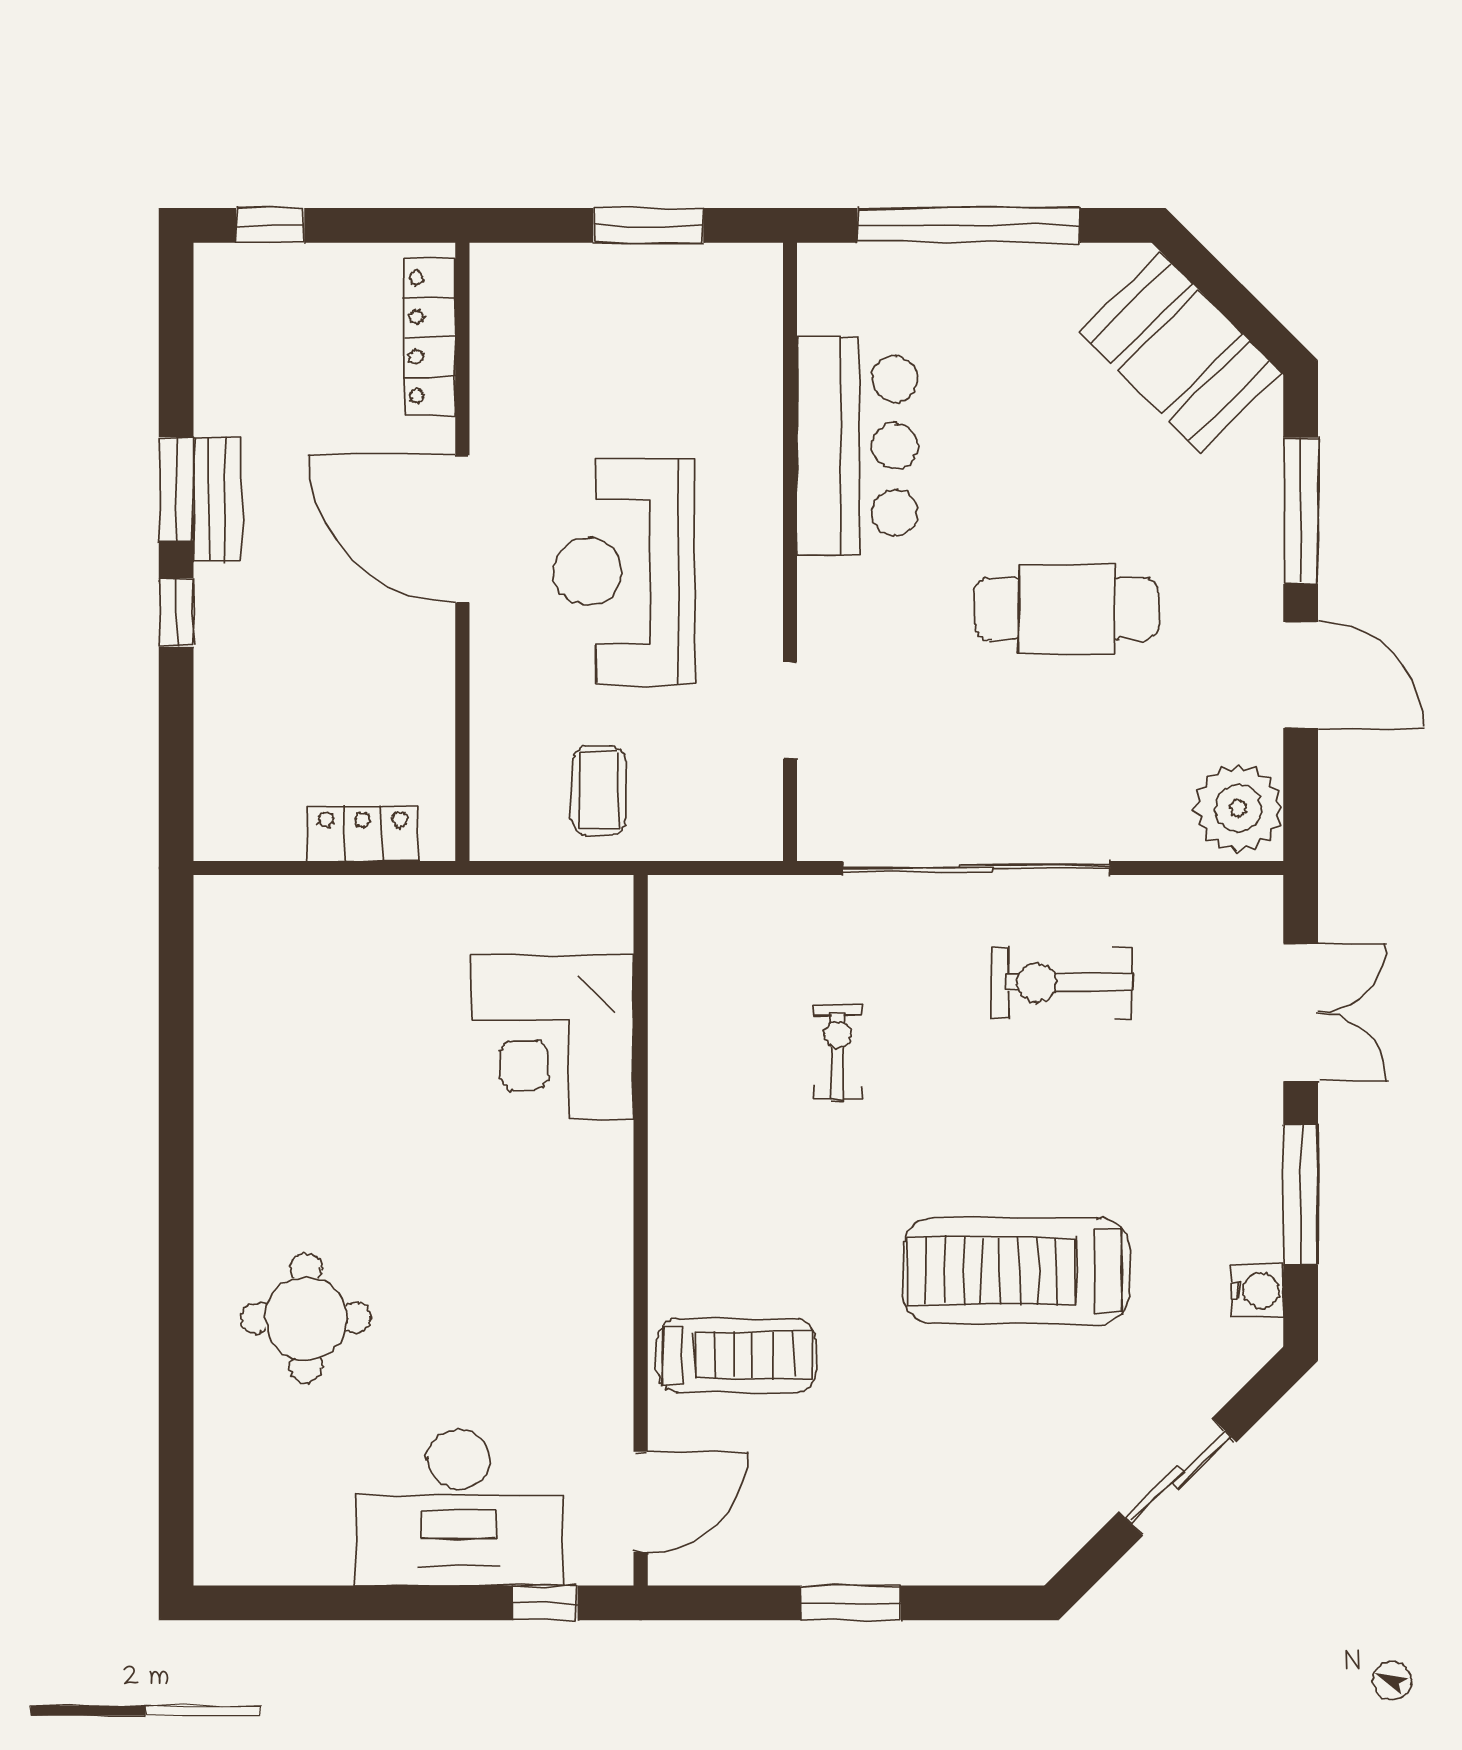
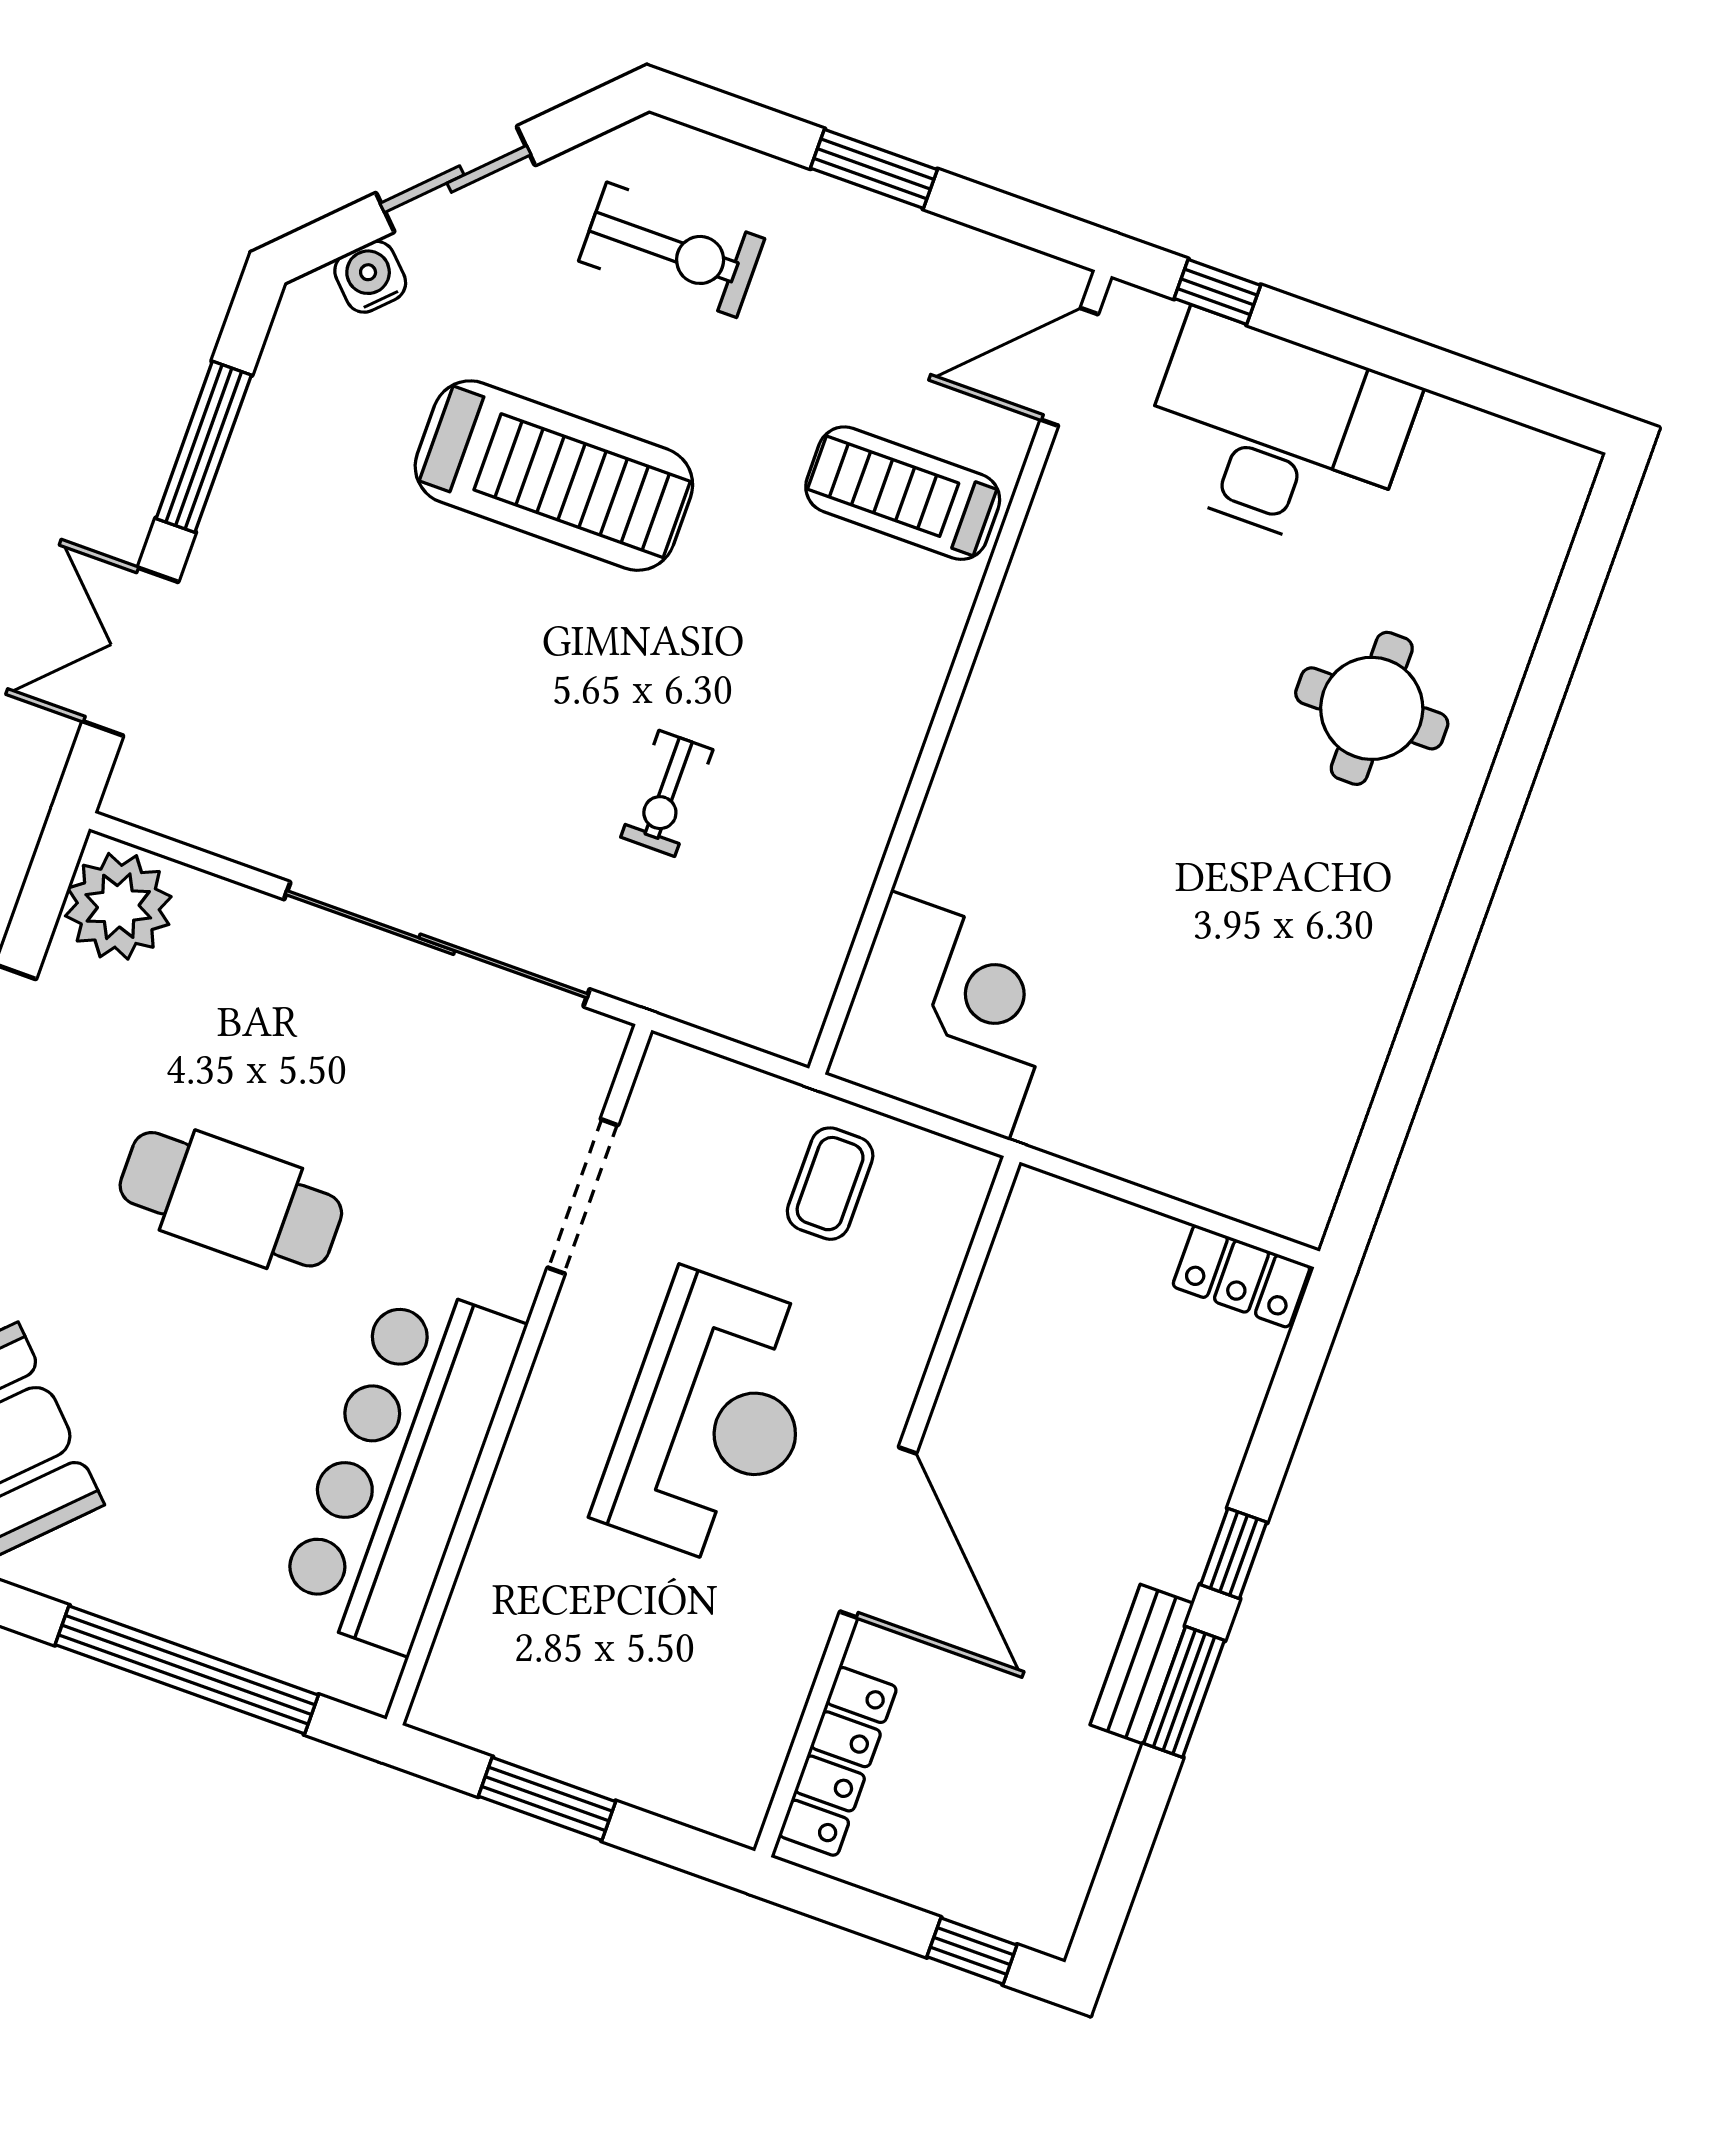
bar counter: (857, 446) -> (401, 1467), width x1.36
doorway: (790, 710) -> (583, 1196), width x1.38
locker: (363, 833) -> (1241, 1276), moved
exercise bike: (1062, 982) -> (672, 250), moved
corner desk: (552, 1037) -> (950, 1015), moved
water cooler: (1257, 1291) -> (370, 277), moved, turned 45

